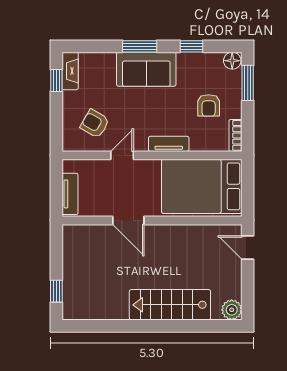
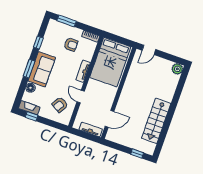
floor lamp: (232, 61) -> (30, 88), moved
door: (128, 220) -> (109, 119), moved
stairs: (170, 305) -> (156, 121), moved

